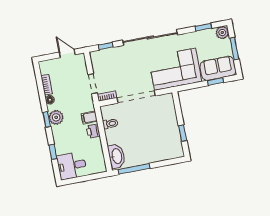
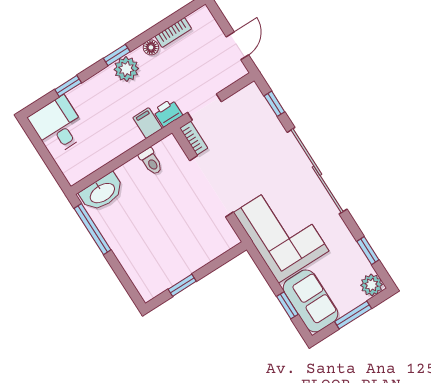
printer: (93, 131) -> (168, 113), moved

